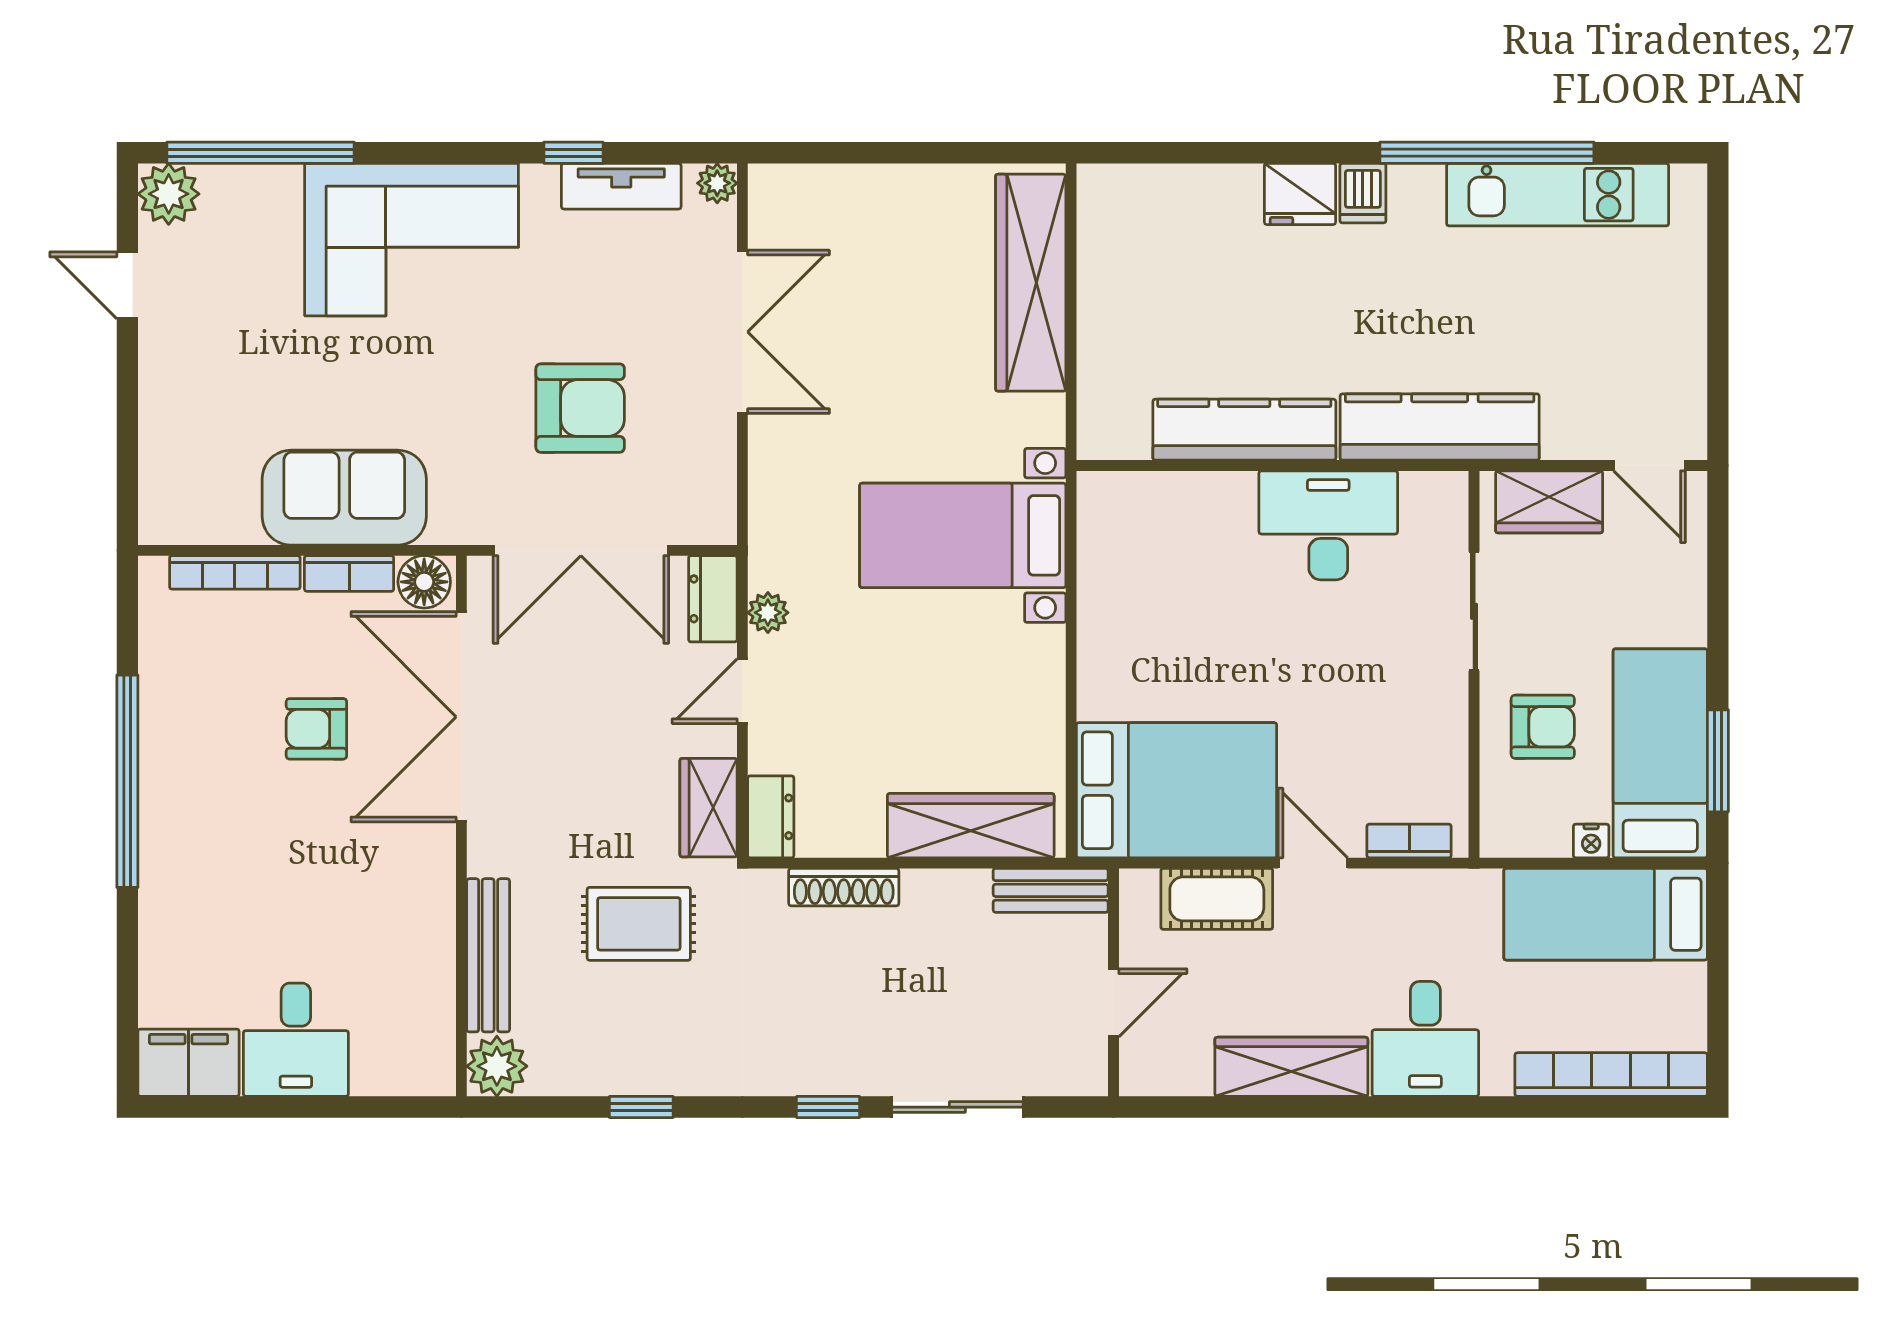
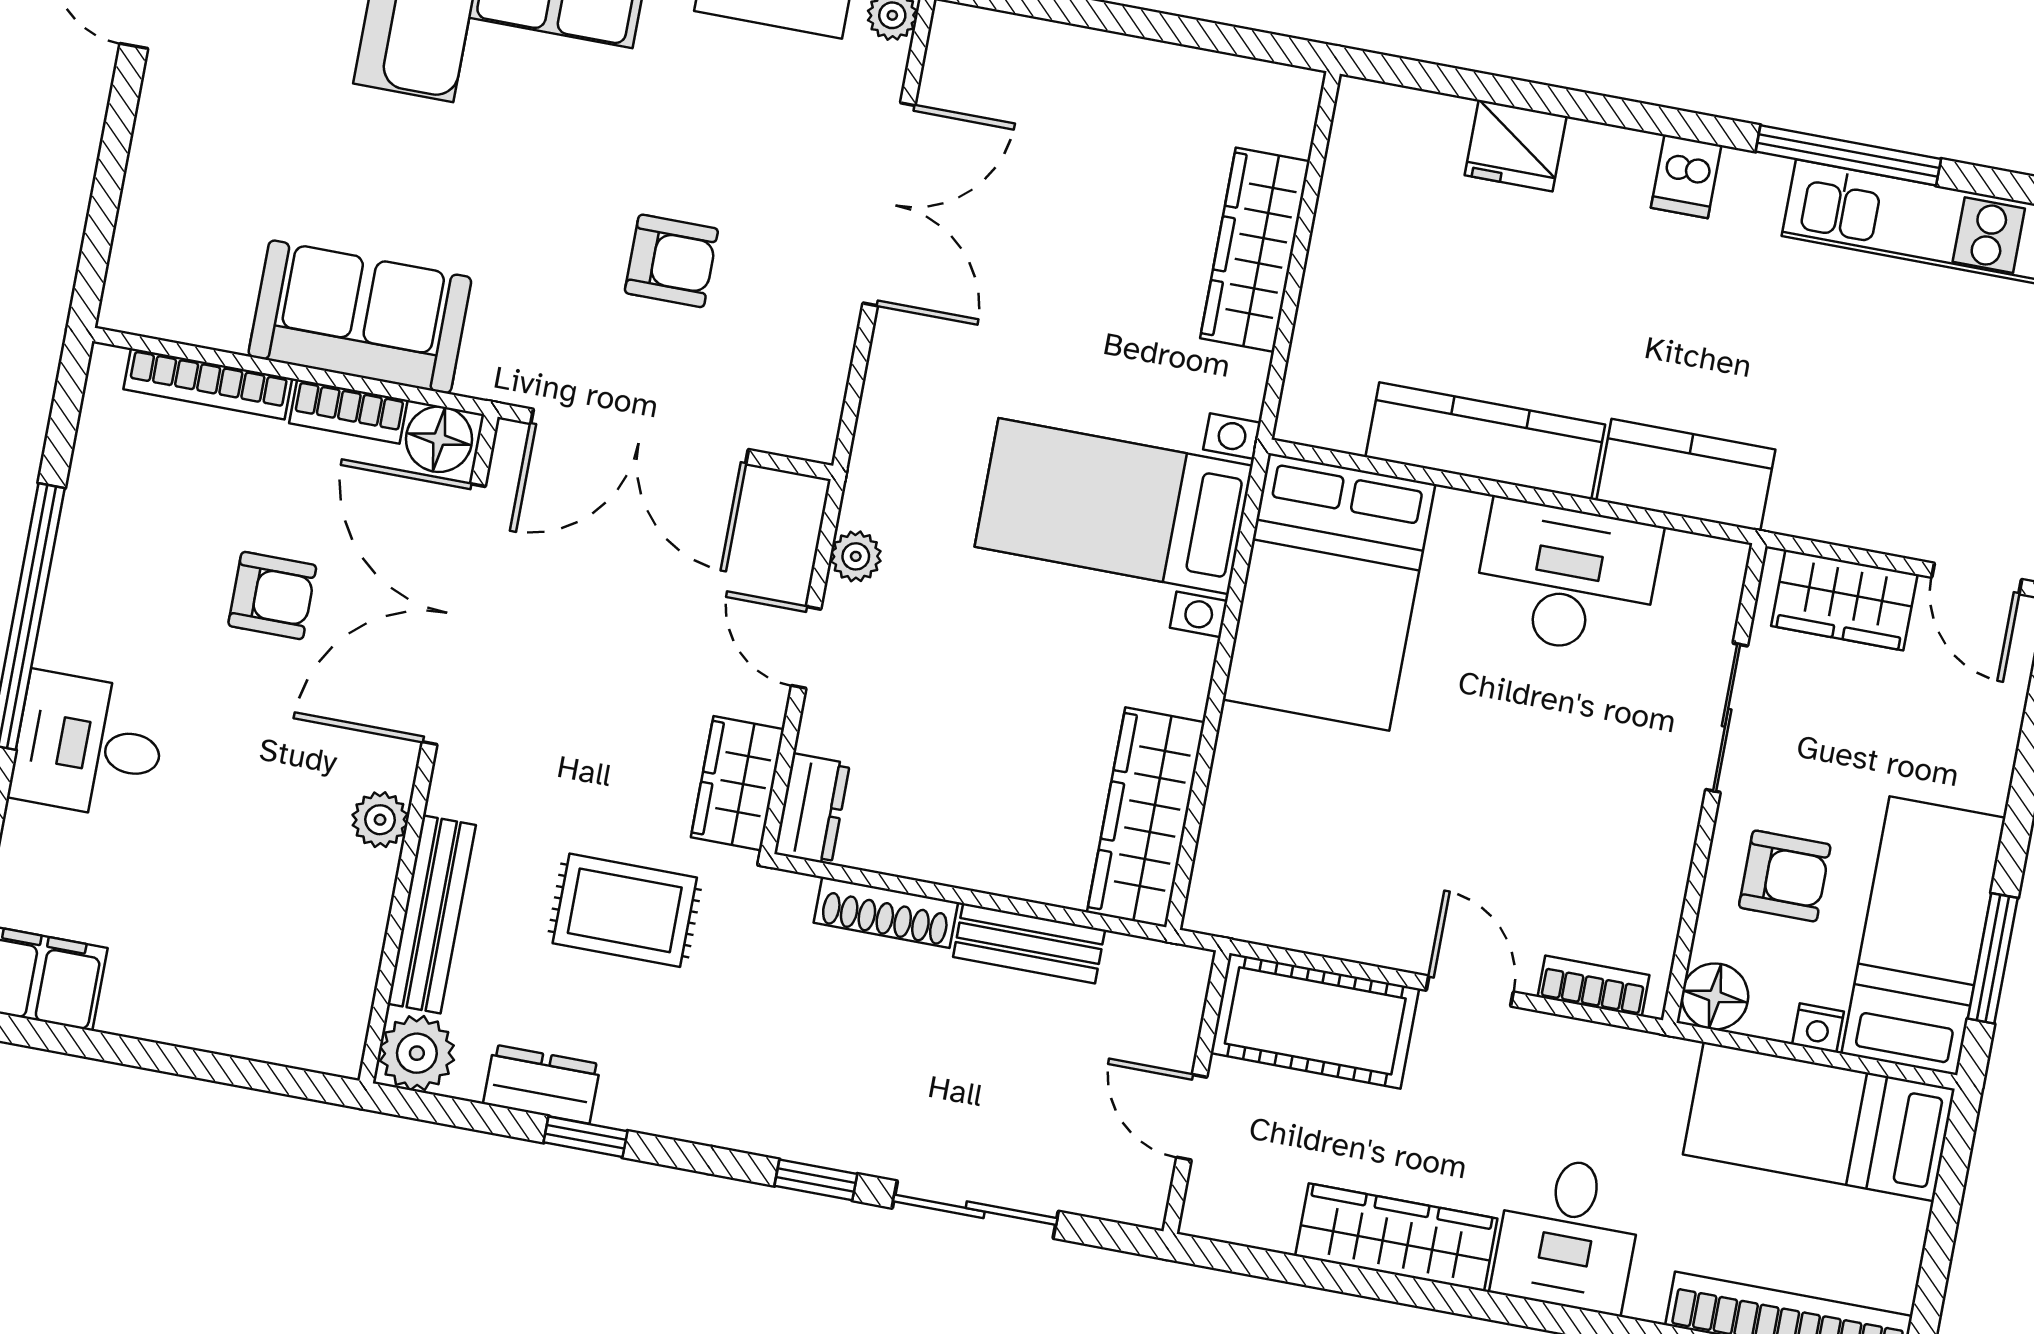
window: (1487, 153) -> (1848, 155), width x0.68
fridge: (1300, 194) -> (1516, 146), moved
wardrobe: (1031, 283) -> (1255, 250), width x0.71, depth x0.85
armchair: (580, 408) -> (671, 261), width x0.72, depth x0.72
kitchen counter: (1440, 427) -> (1686, 475), width x0.67
dresser: (713, 599) -> (542, 1084), moved, turned 90
door: (742, 691) -> (806, 647), hinge flipped
armchair: (316, 729) -> (272, 595), turned 180
bed: (1176, 790) -> (1329, 592), moved, turned 90
wardrobe: (971, 826) -> (1146, 817), moved, turned -90
floor lamp: (1506, 831) -> (1715, 996), added
plant: (434, 889) -> (380, 820), added
bench: (1051, 890) -> (1029, 943), moved
cot: (1217, 899) -> (1315, 1021), width x1.37, depth x1.34
door: (1113, 1003) -> (1192, 1117), swing flipped
desk: (296, 1040) -> (89, 746), moved, turned 90

